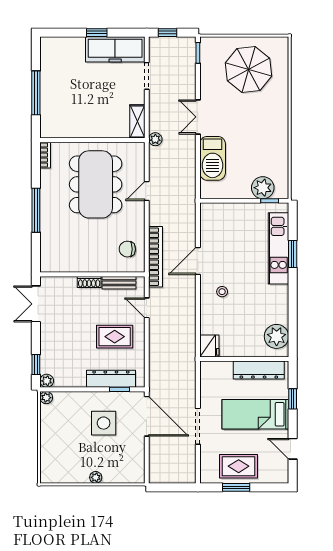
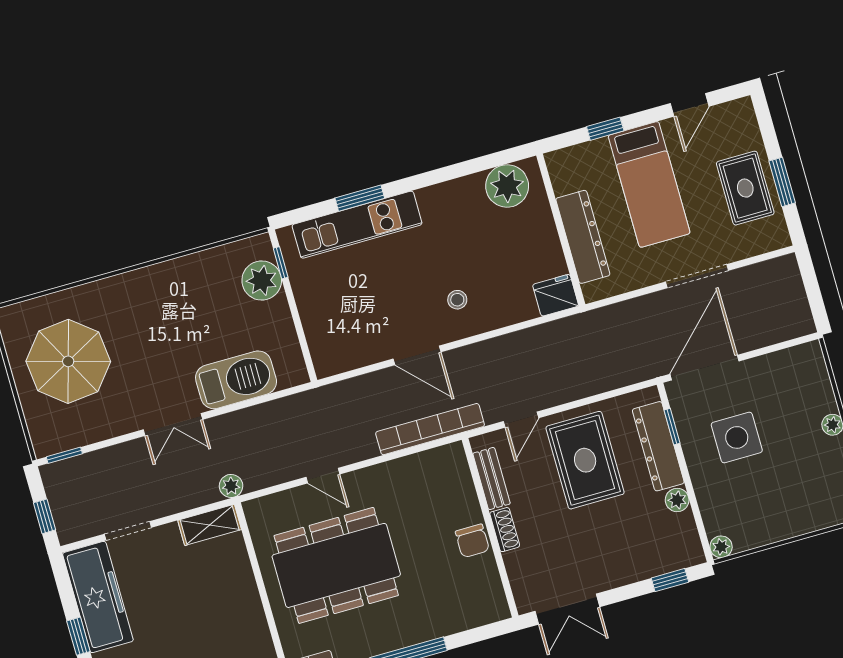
chair: (127, 249) -> (472, 541), moved
rug: (115, 337) -> (585, 460), width x1.36, depth x1.43
dresser: (259, 370) -> (583, 237), moved
plant: (47, 381) -> (677, 500), moved

